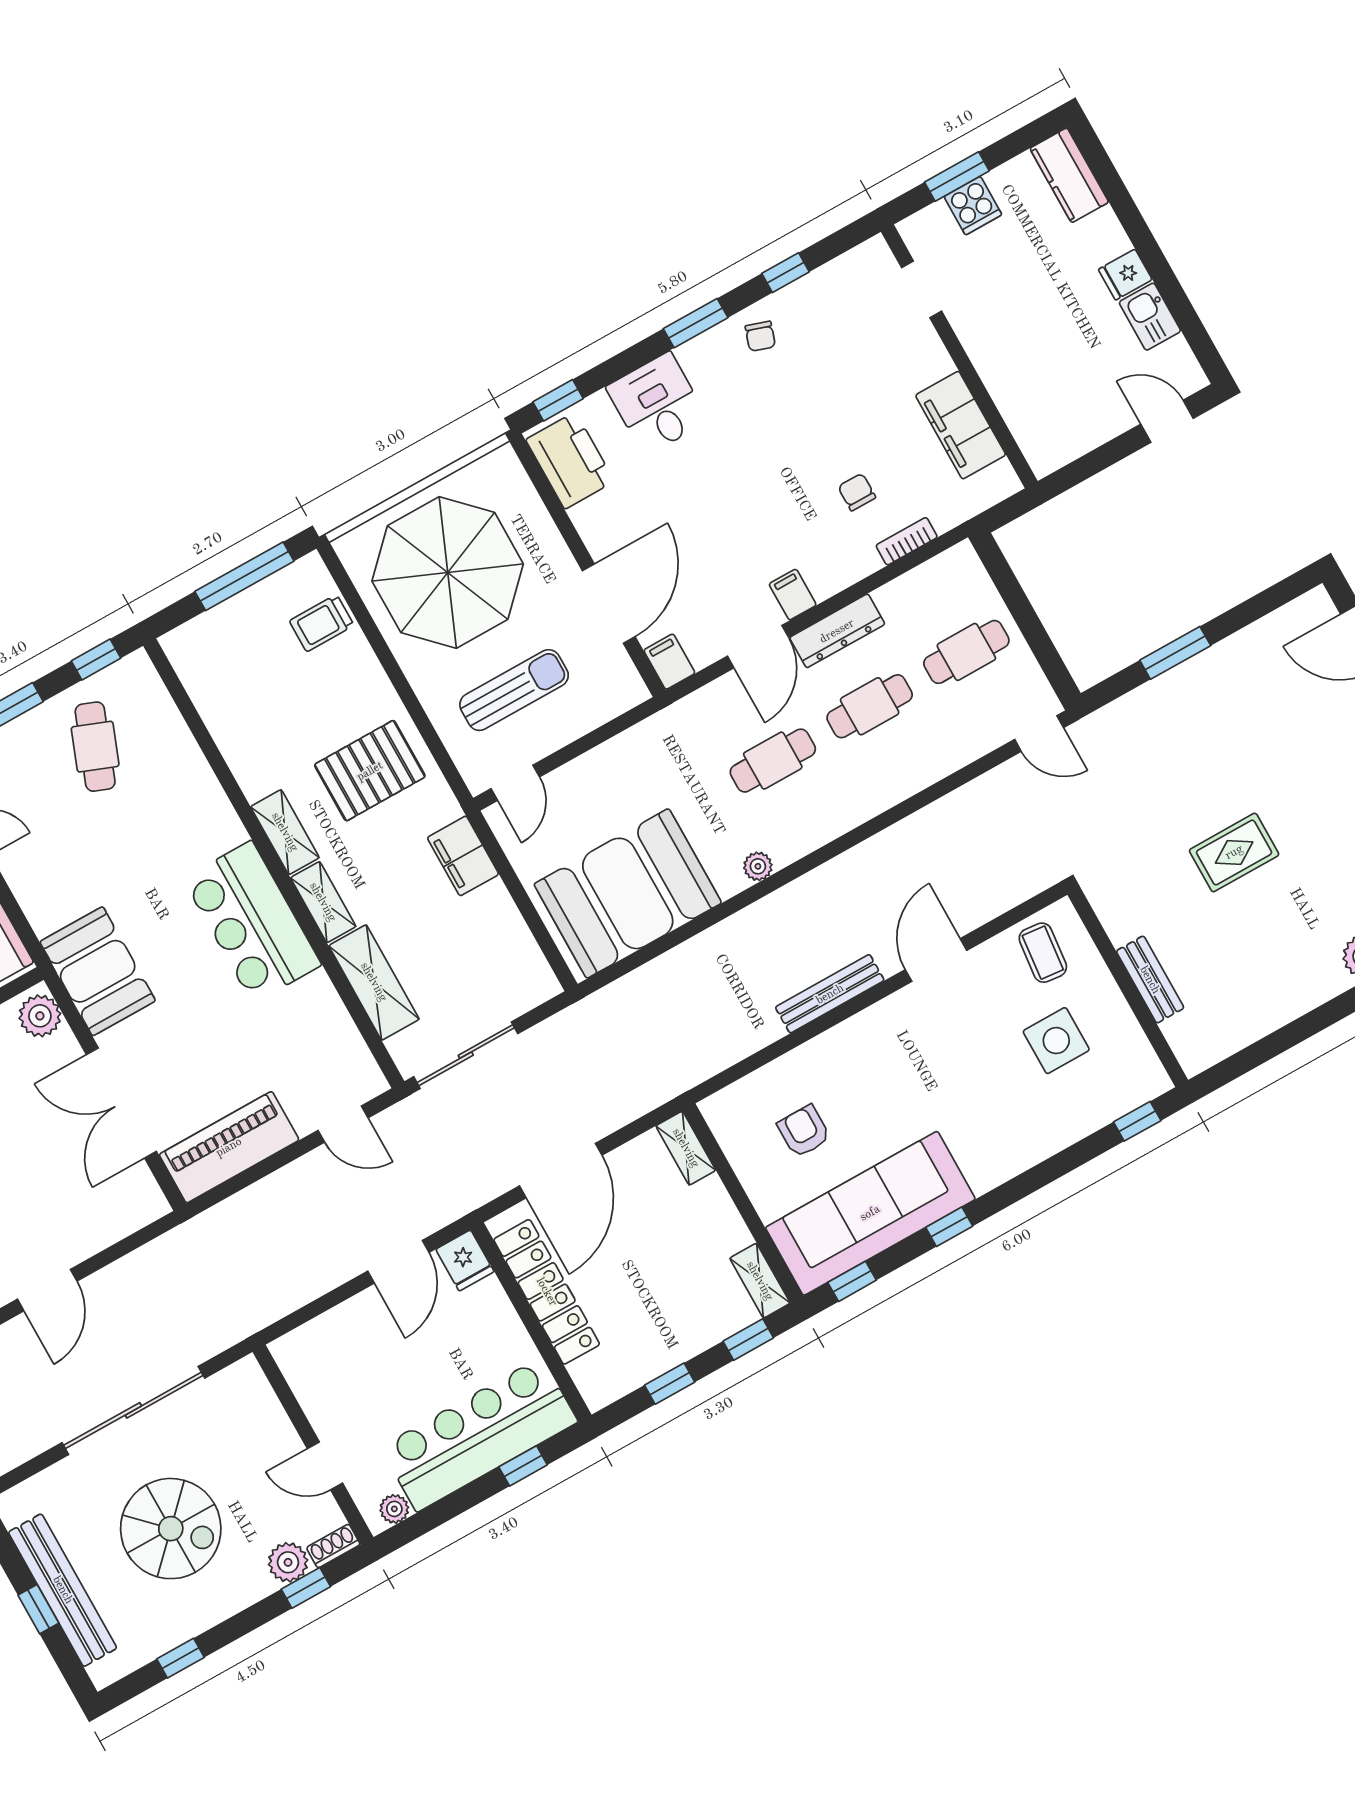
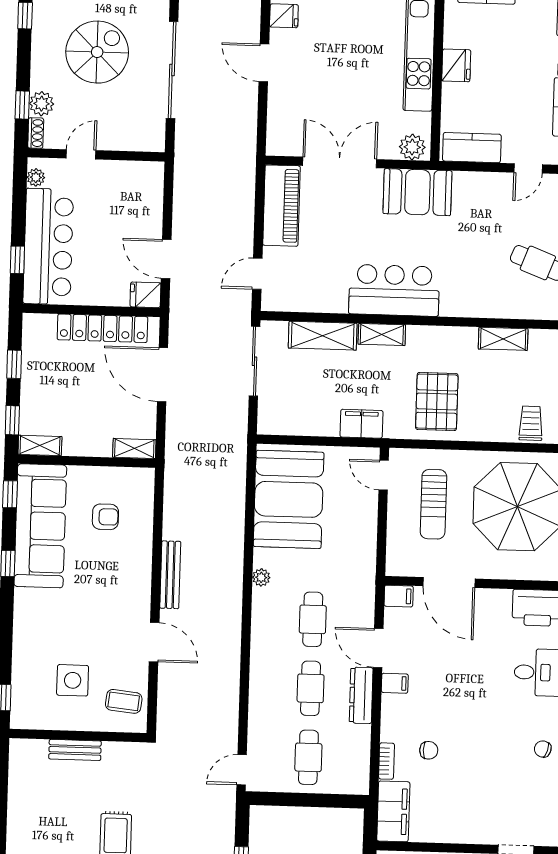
filing cabinet: (961, 425) -> (393, 811), moved, turned 90
shelving: (285, 832) -> (503, 339), moved
spiral stairs: (171, 1529) -> (97, 52), turned 180

